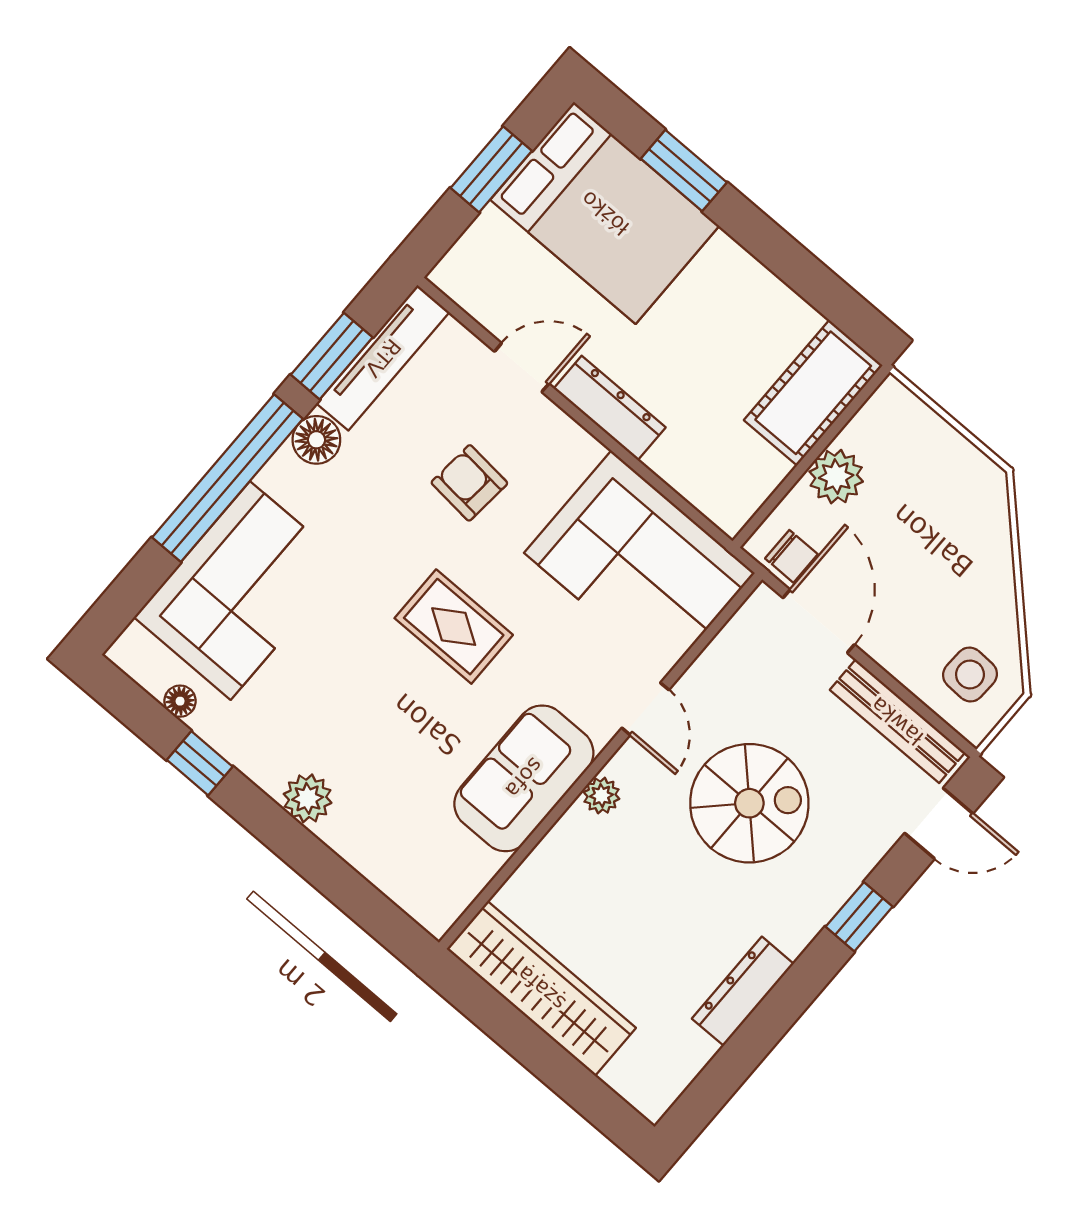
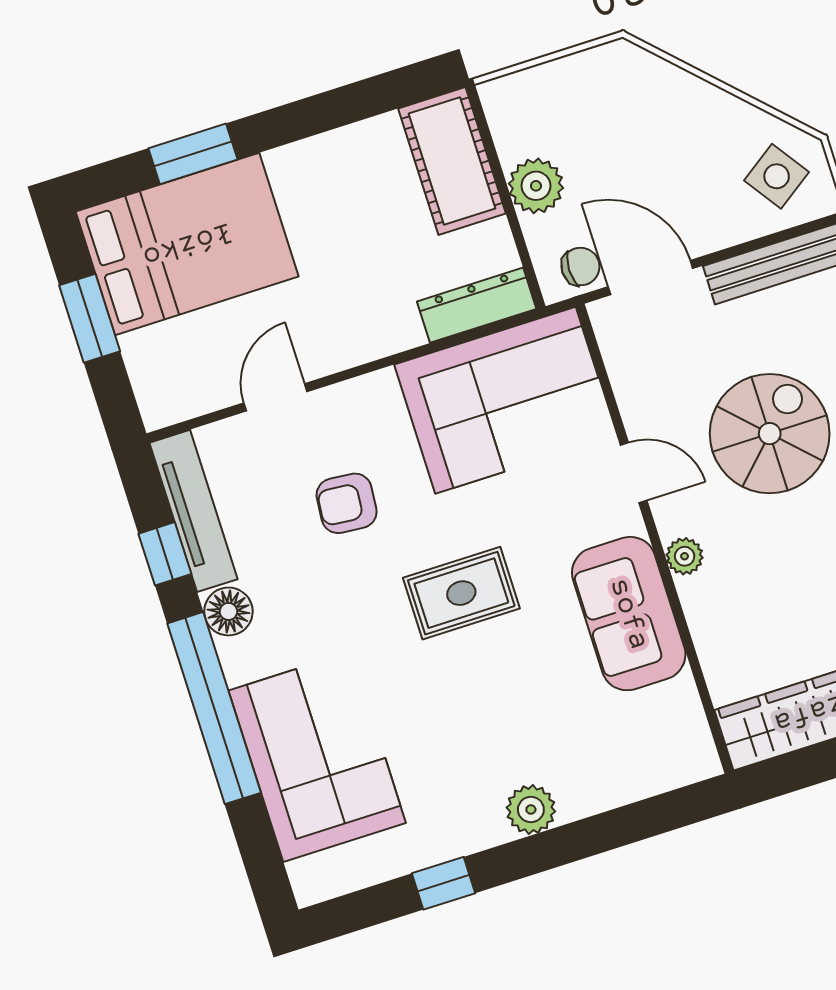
window: (332, 356) -> (165, 554), width x0.67
dresser: (610, 408) -> (477, 305), moved
side table: (970, 674) -> (777, 176), turned -37
floor lamp: (180, 701) -> (380, 867), removed

